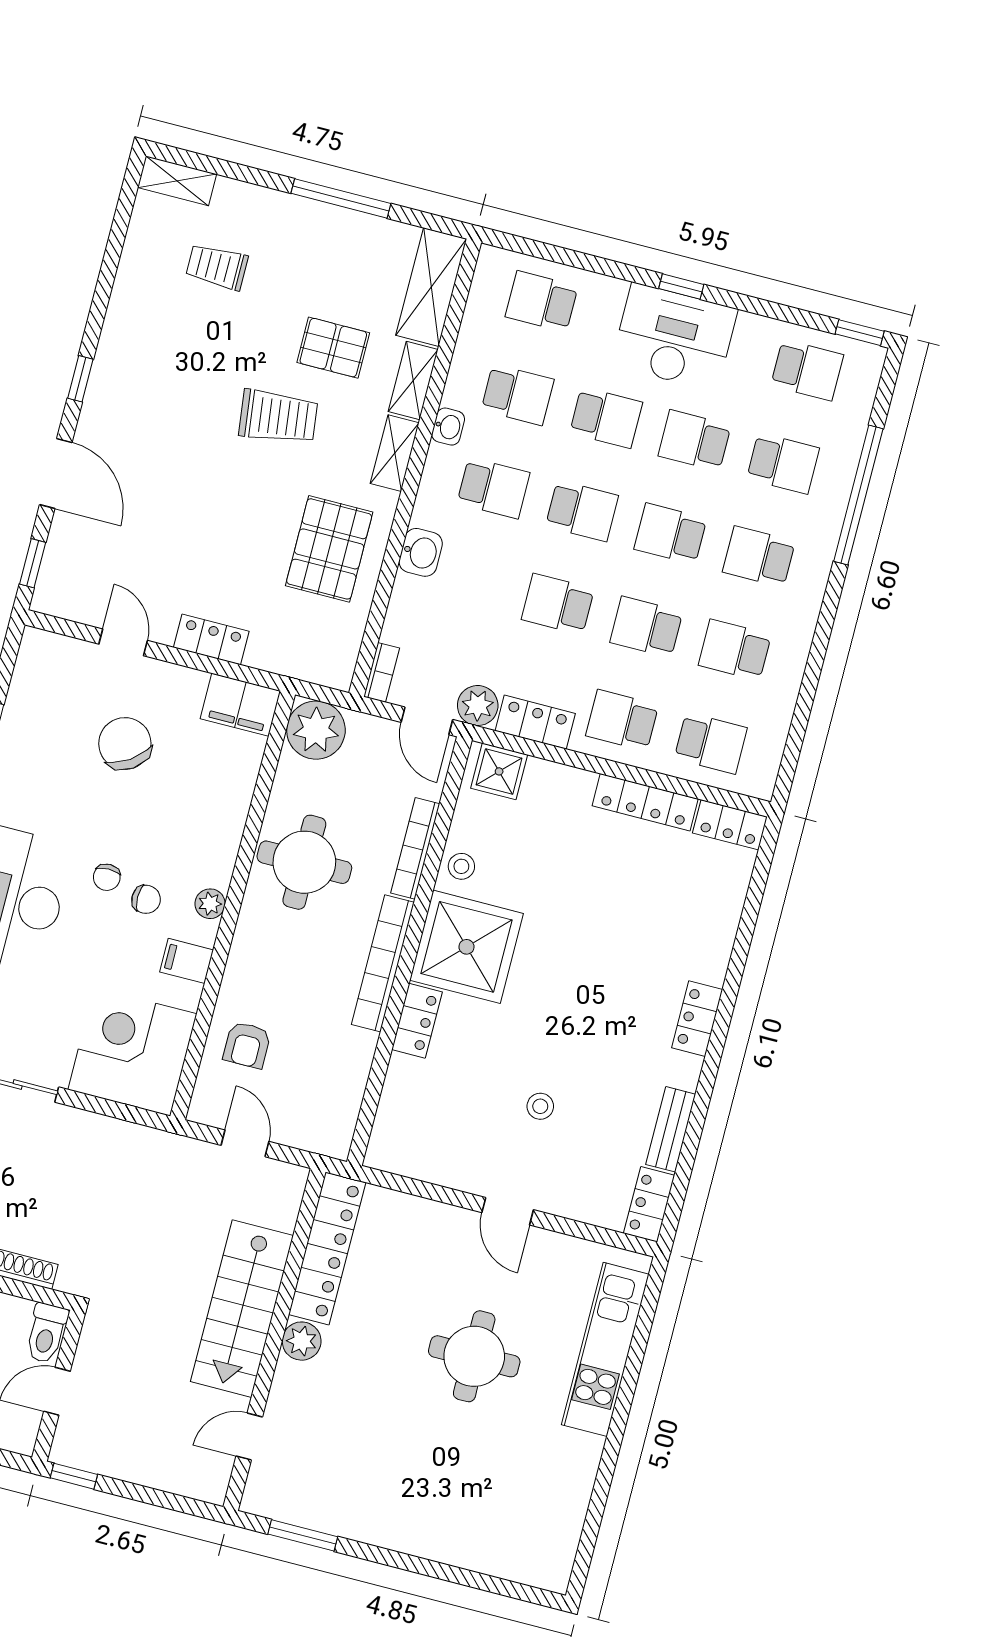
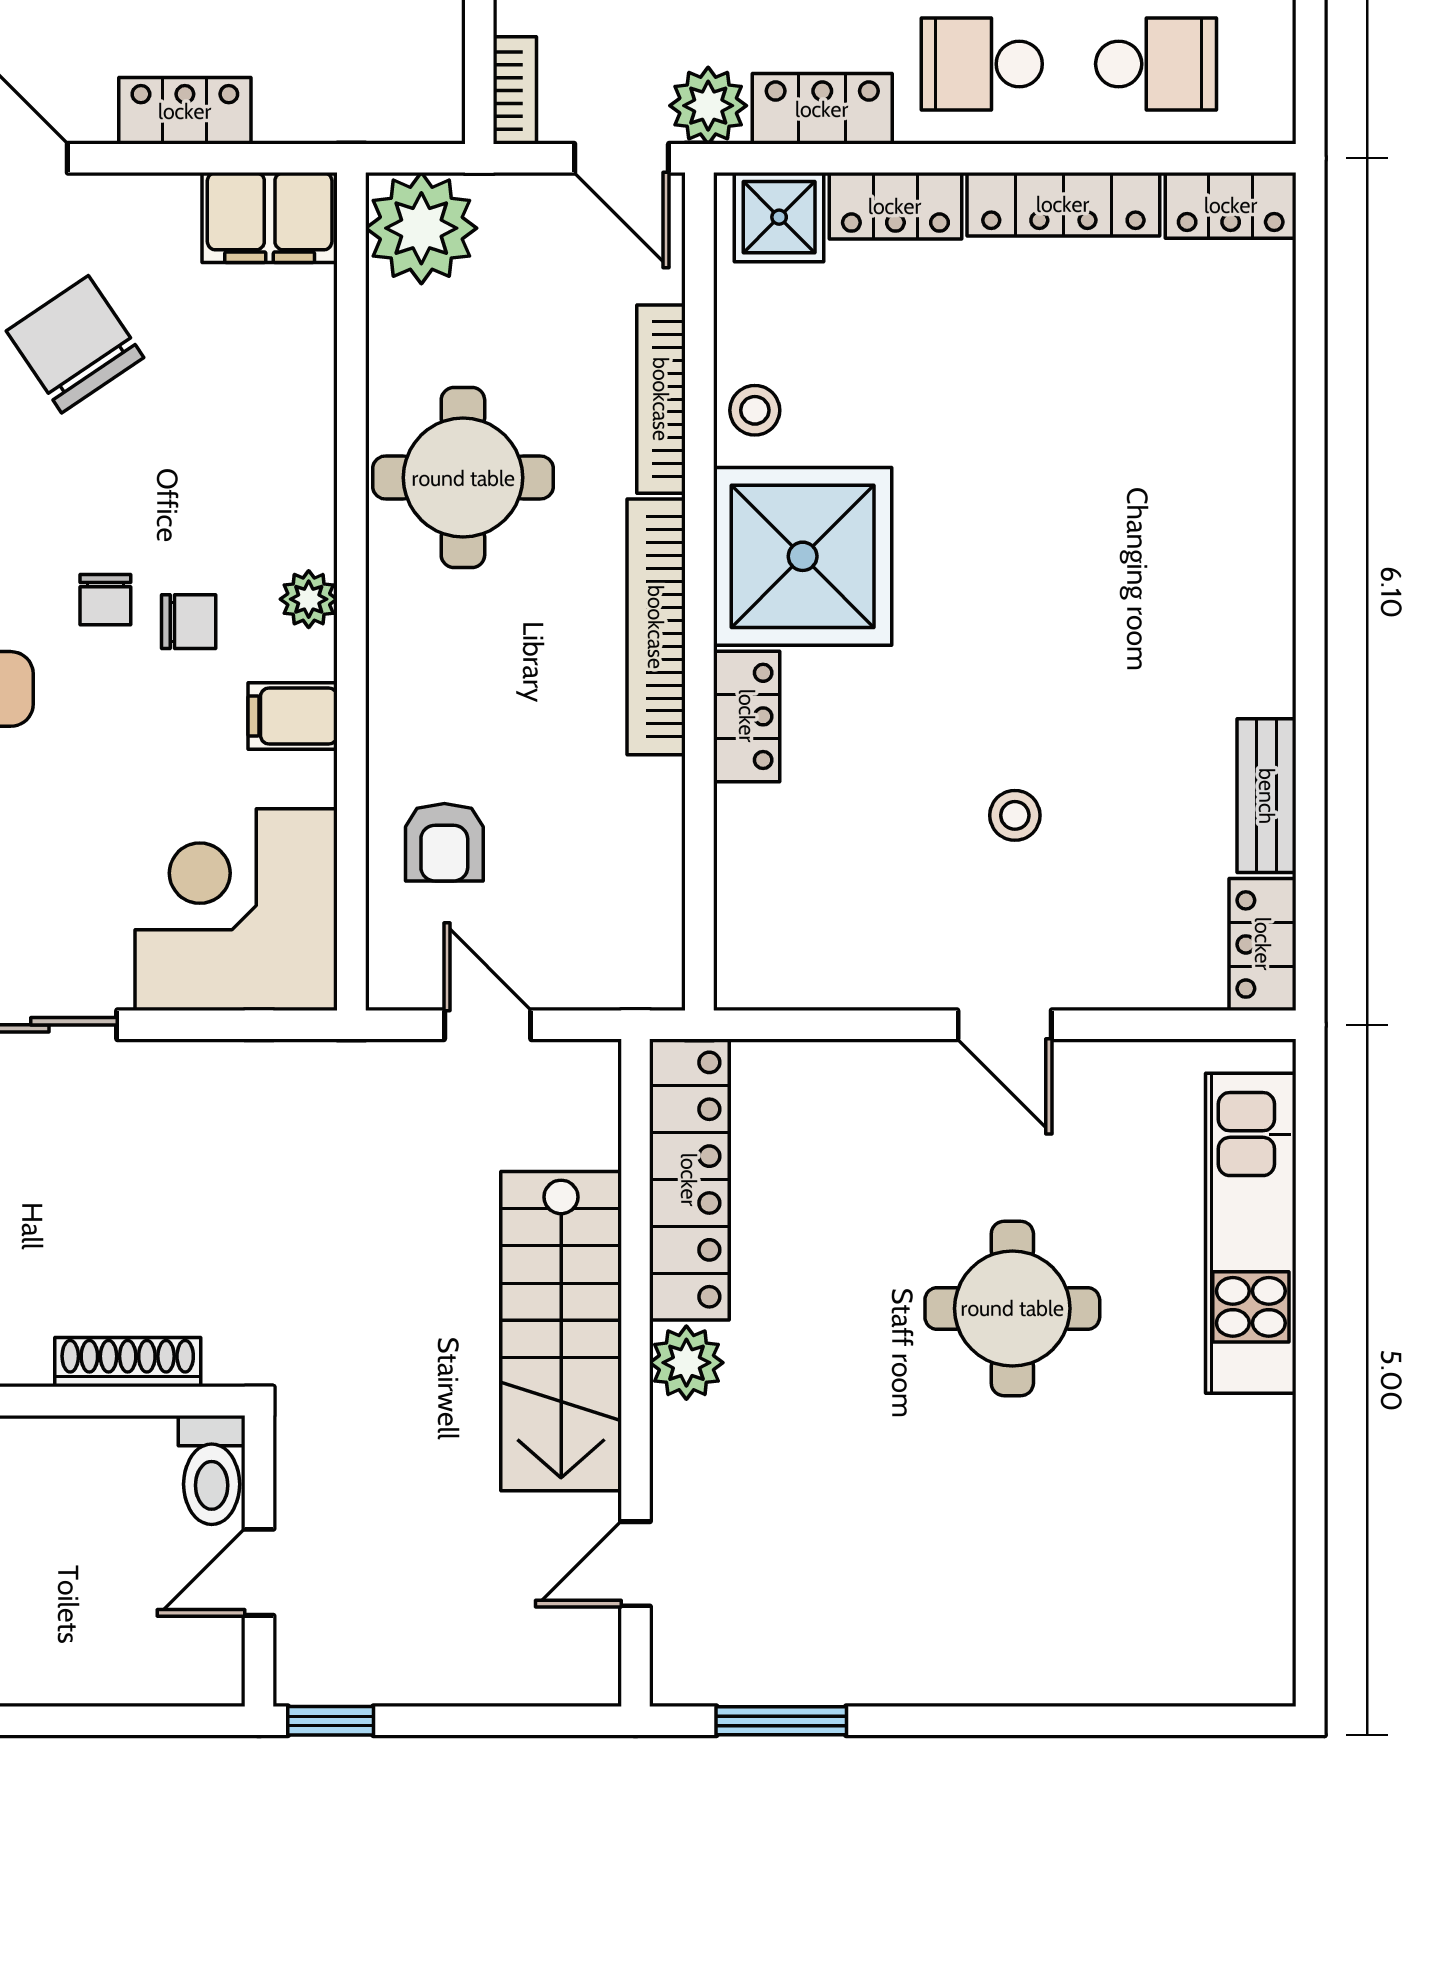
locker: (697, 1019) -> (895, 206), moved, turned -90

